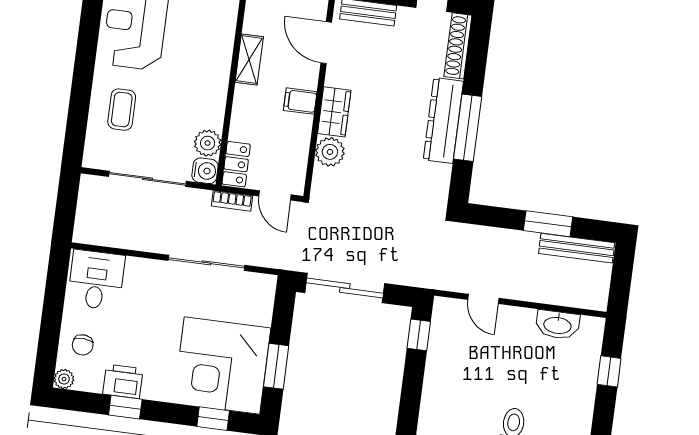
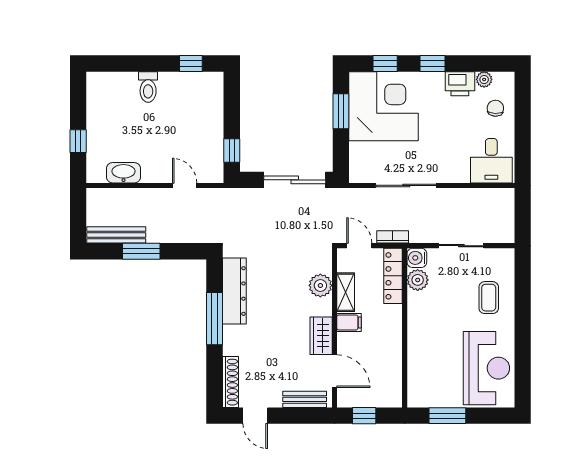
shelving: (249, 59) -> (346, 292), moved
wardrobe: (334, 112) -> (321, 336), moved
dresser: (443, 121) -> (234, 291), moved
locker: (236, 164) -> (393, 276), width x1.53
sliding door: (147, 179) -> (461, 246), width x0.73
plant: (64, 379) -> (484, 79), moved
window: (125, 407) -> (432, 64), moved

